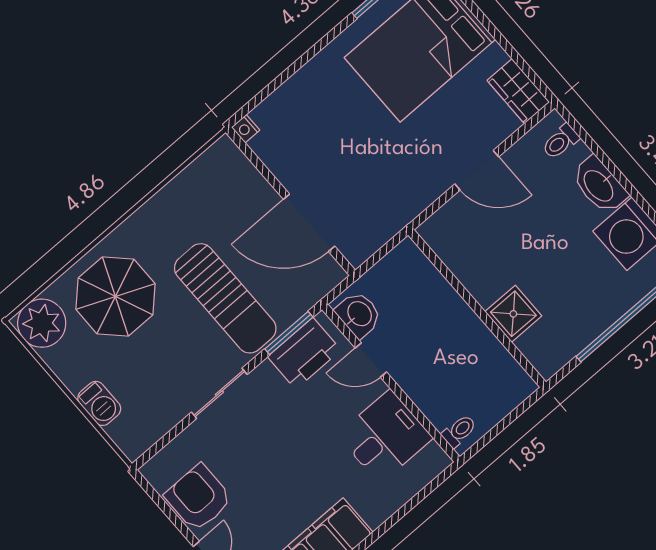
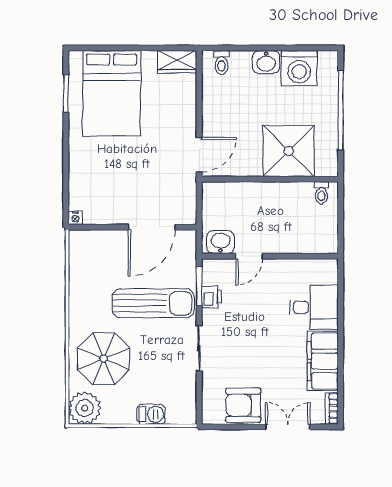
door: (477, 170) -> (199, 155), moved
washbasin: (599, 185) -> (266, 62), width x0.72
shower: (513, 314) -> (289, 151), width x1.86, depth x1.86
printer: (304, 353) -> (212, 297), width x0.53, depth x0.68
toilet: (459, 431) -> (321, 193), moved, turned 180
desk: (385, 436) -> (314, 307), moved, turned 90

